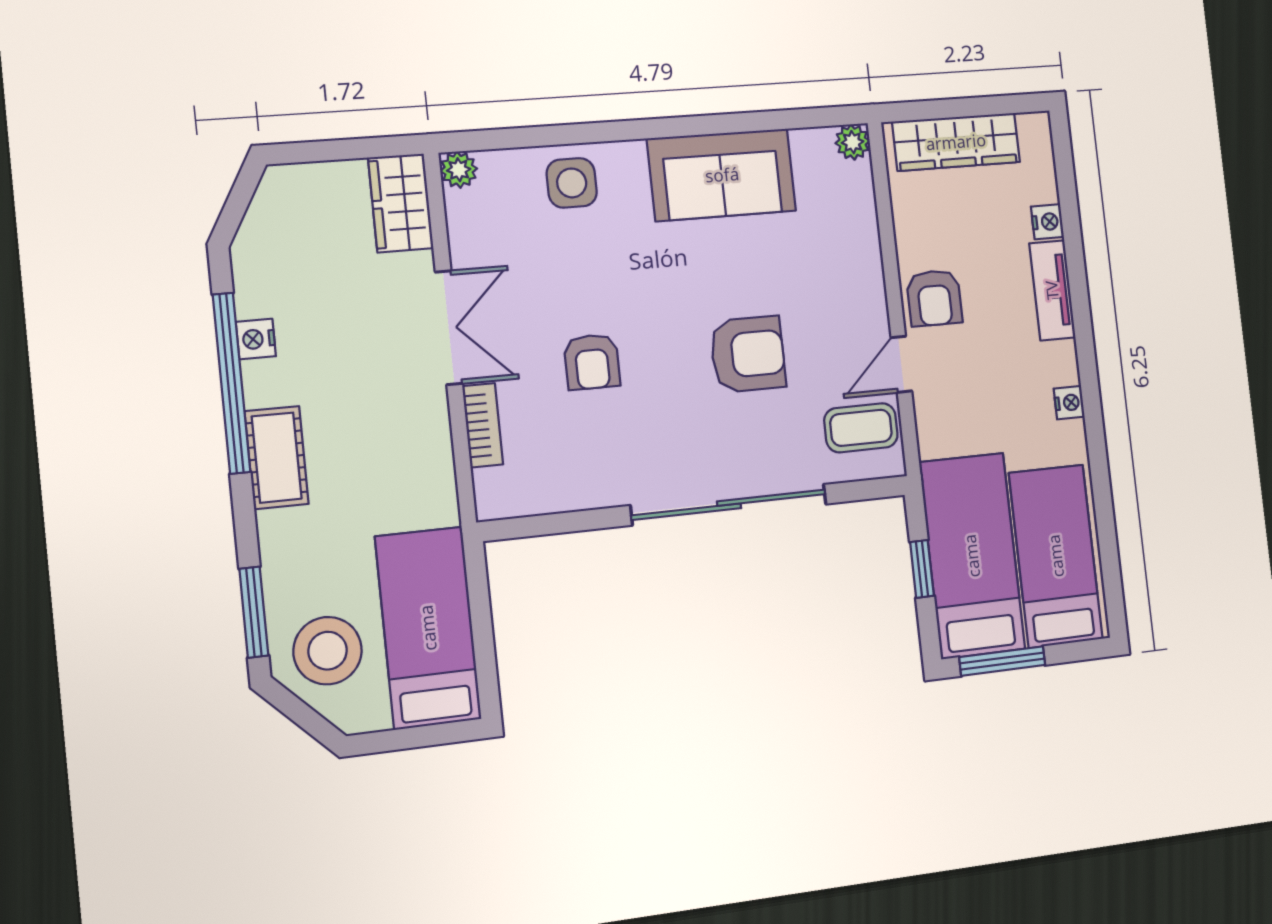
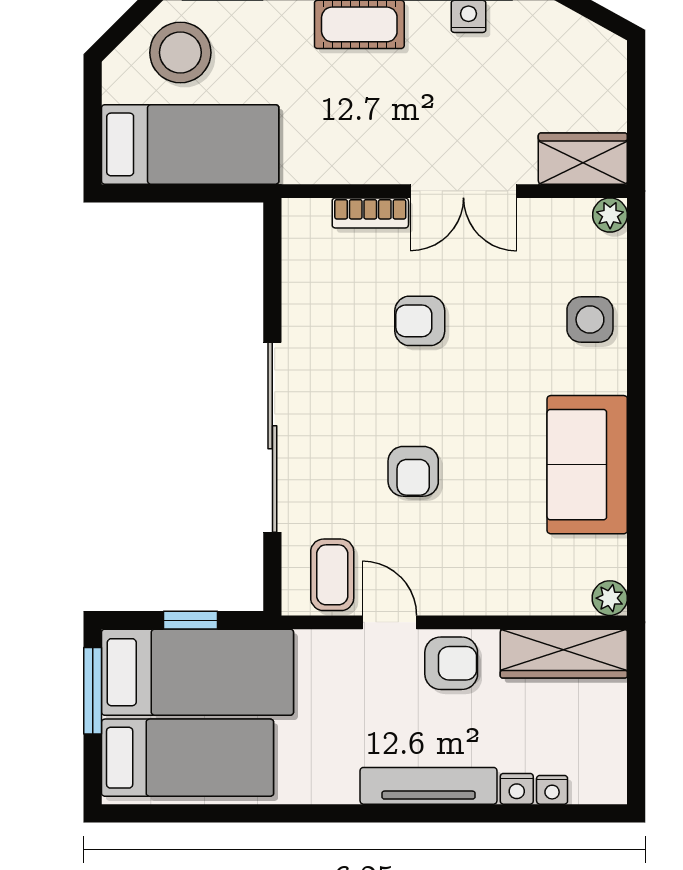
wardrobe: (956, 142) -> (564, 654), moved, turned -90
tv unit: (1052, 290) -> (428, 786), width x1.41
armchair: (934, 298) -> (451, 663), turned 180
armchair: (748, 354) -> (413, 471), width x0.72, depth x0.72
nightstand: (1069, 403) -> (552, 790), moved

